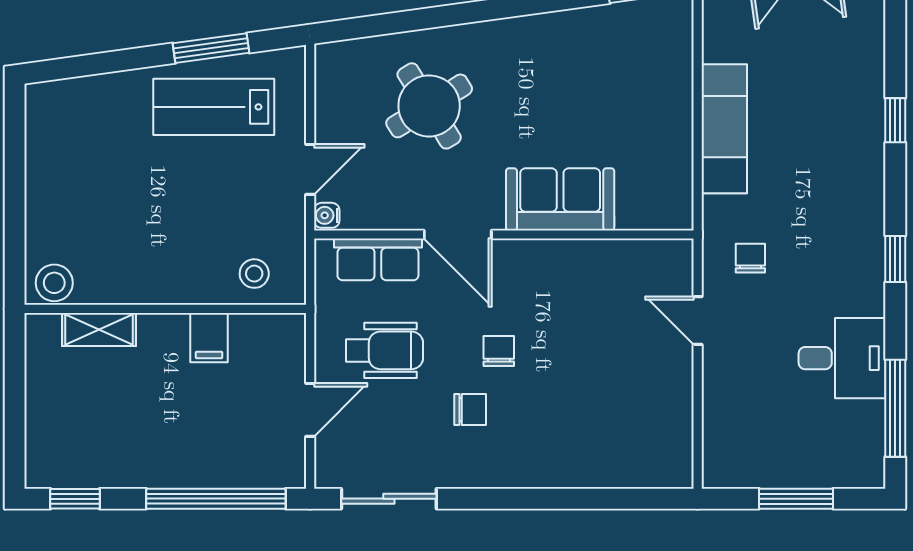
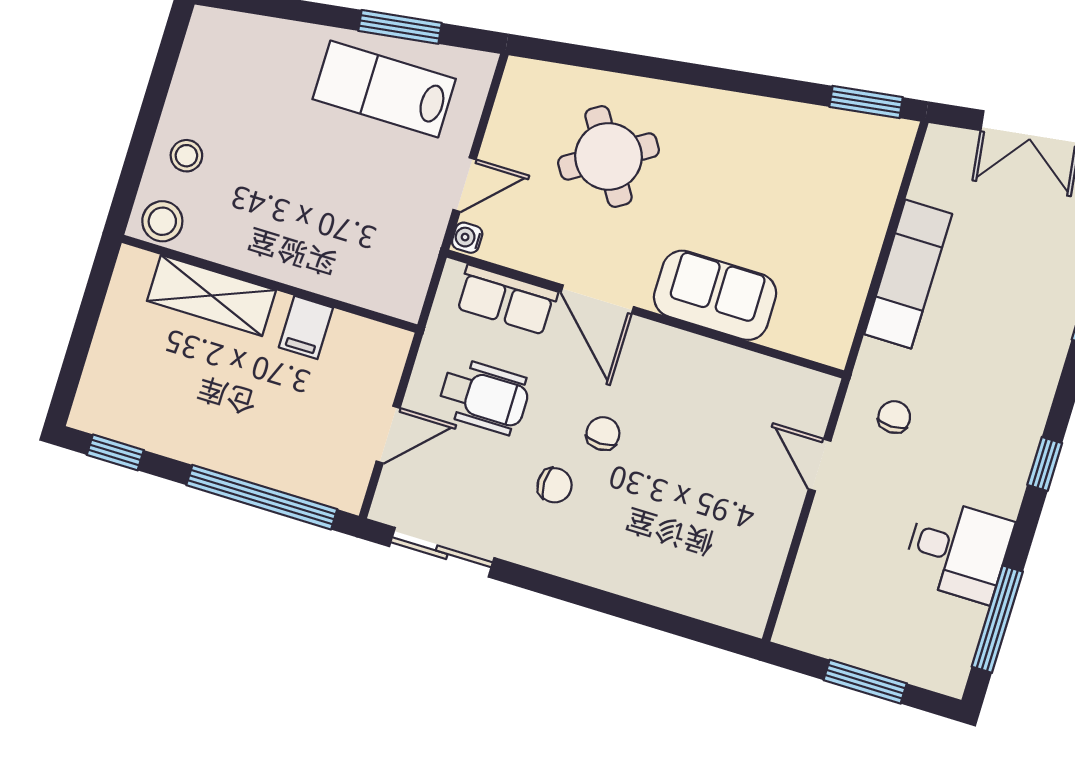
stool: (254, 274) -> (186, 156), moved
shelving: (99, 329) -> (211, 296), width x1.50, depth x1.33

